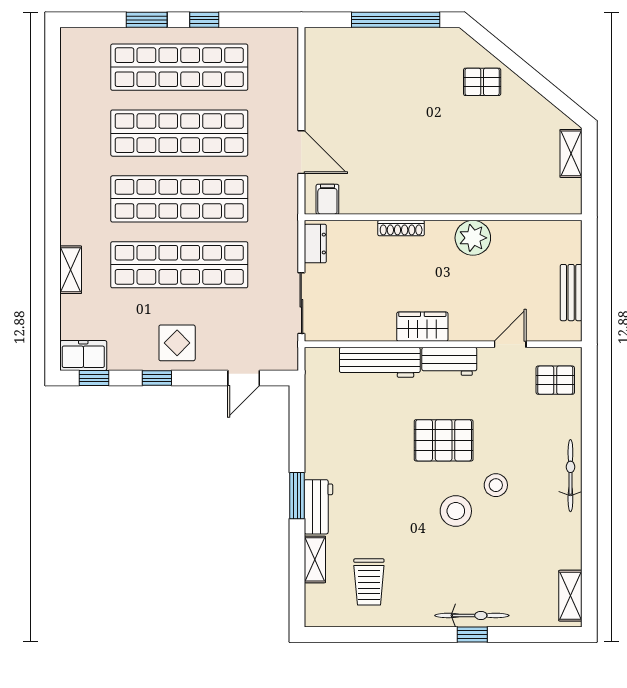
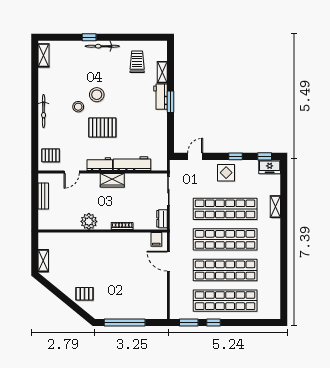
window: (147, 20) -> (189, 323), moved
bicycle: (472, 615) -> (102, 46), moved

